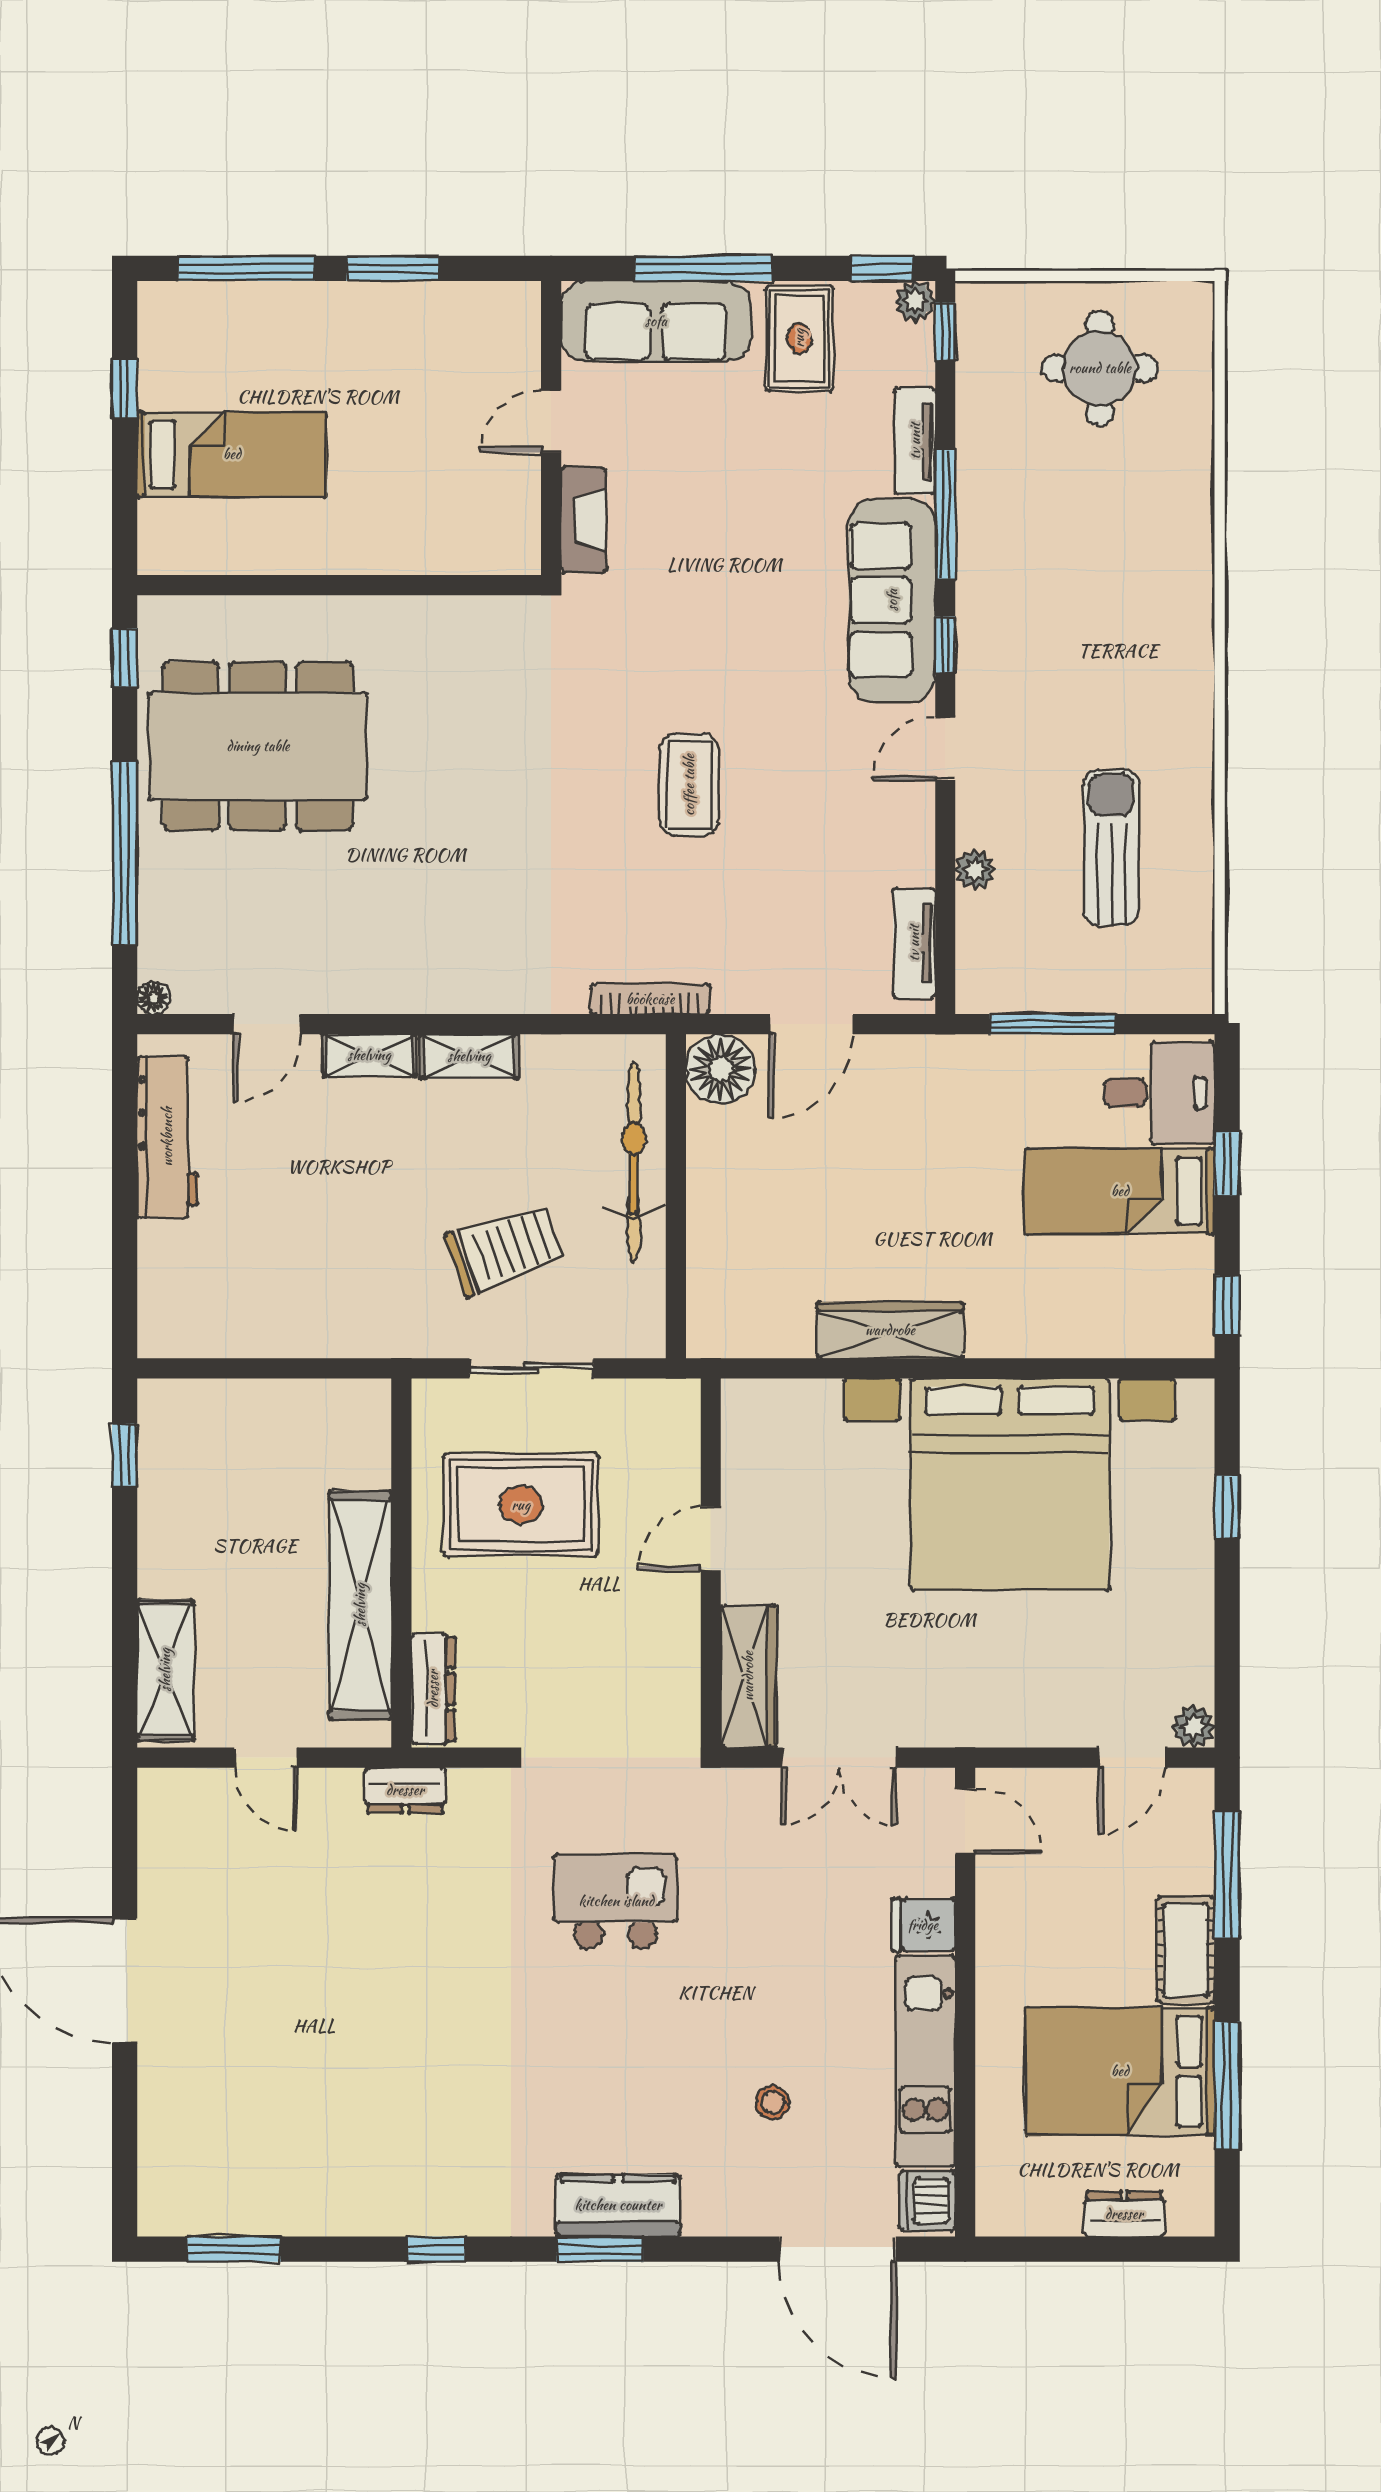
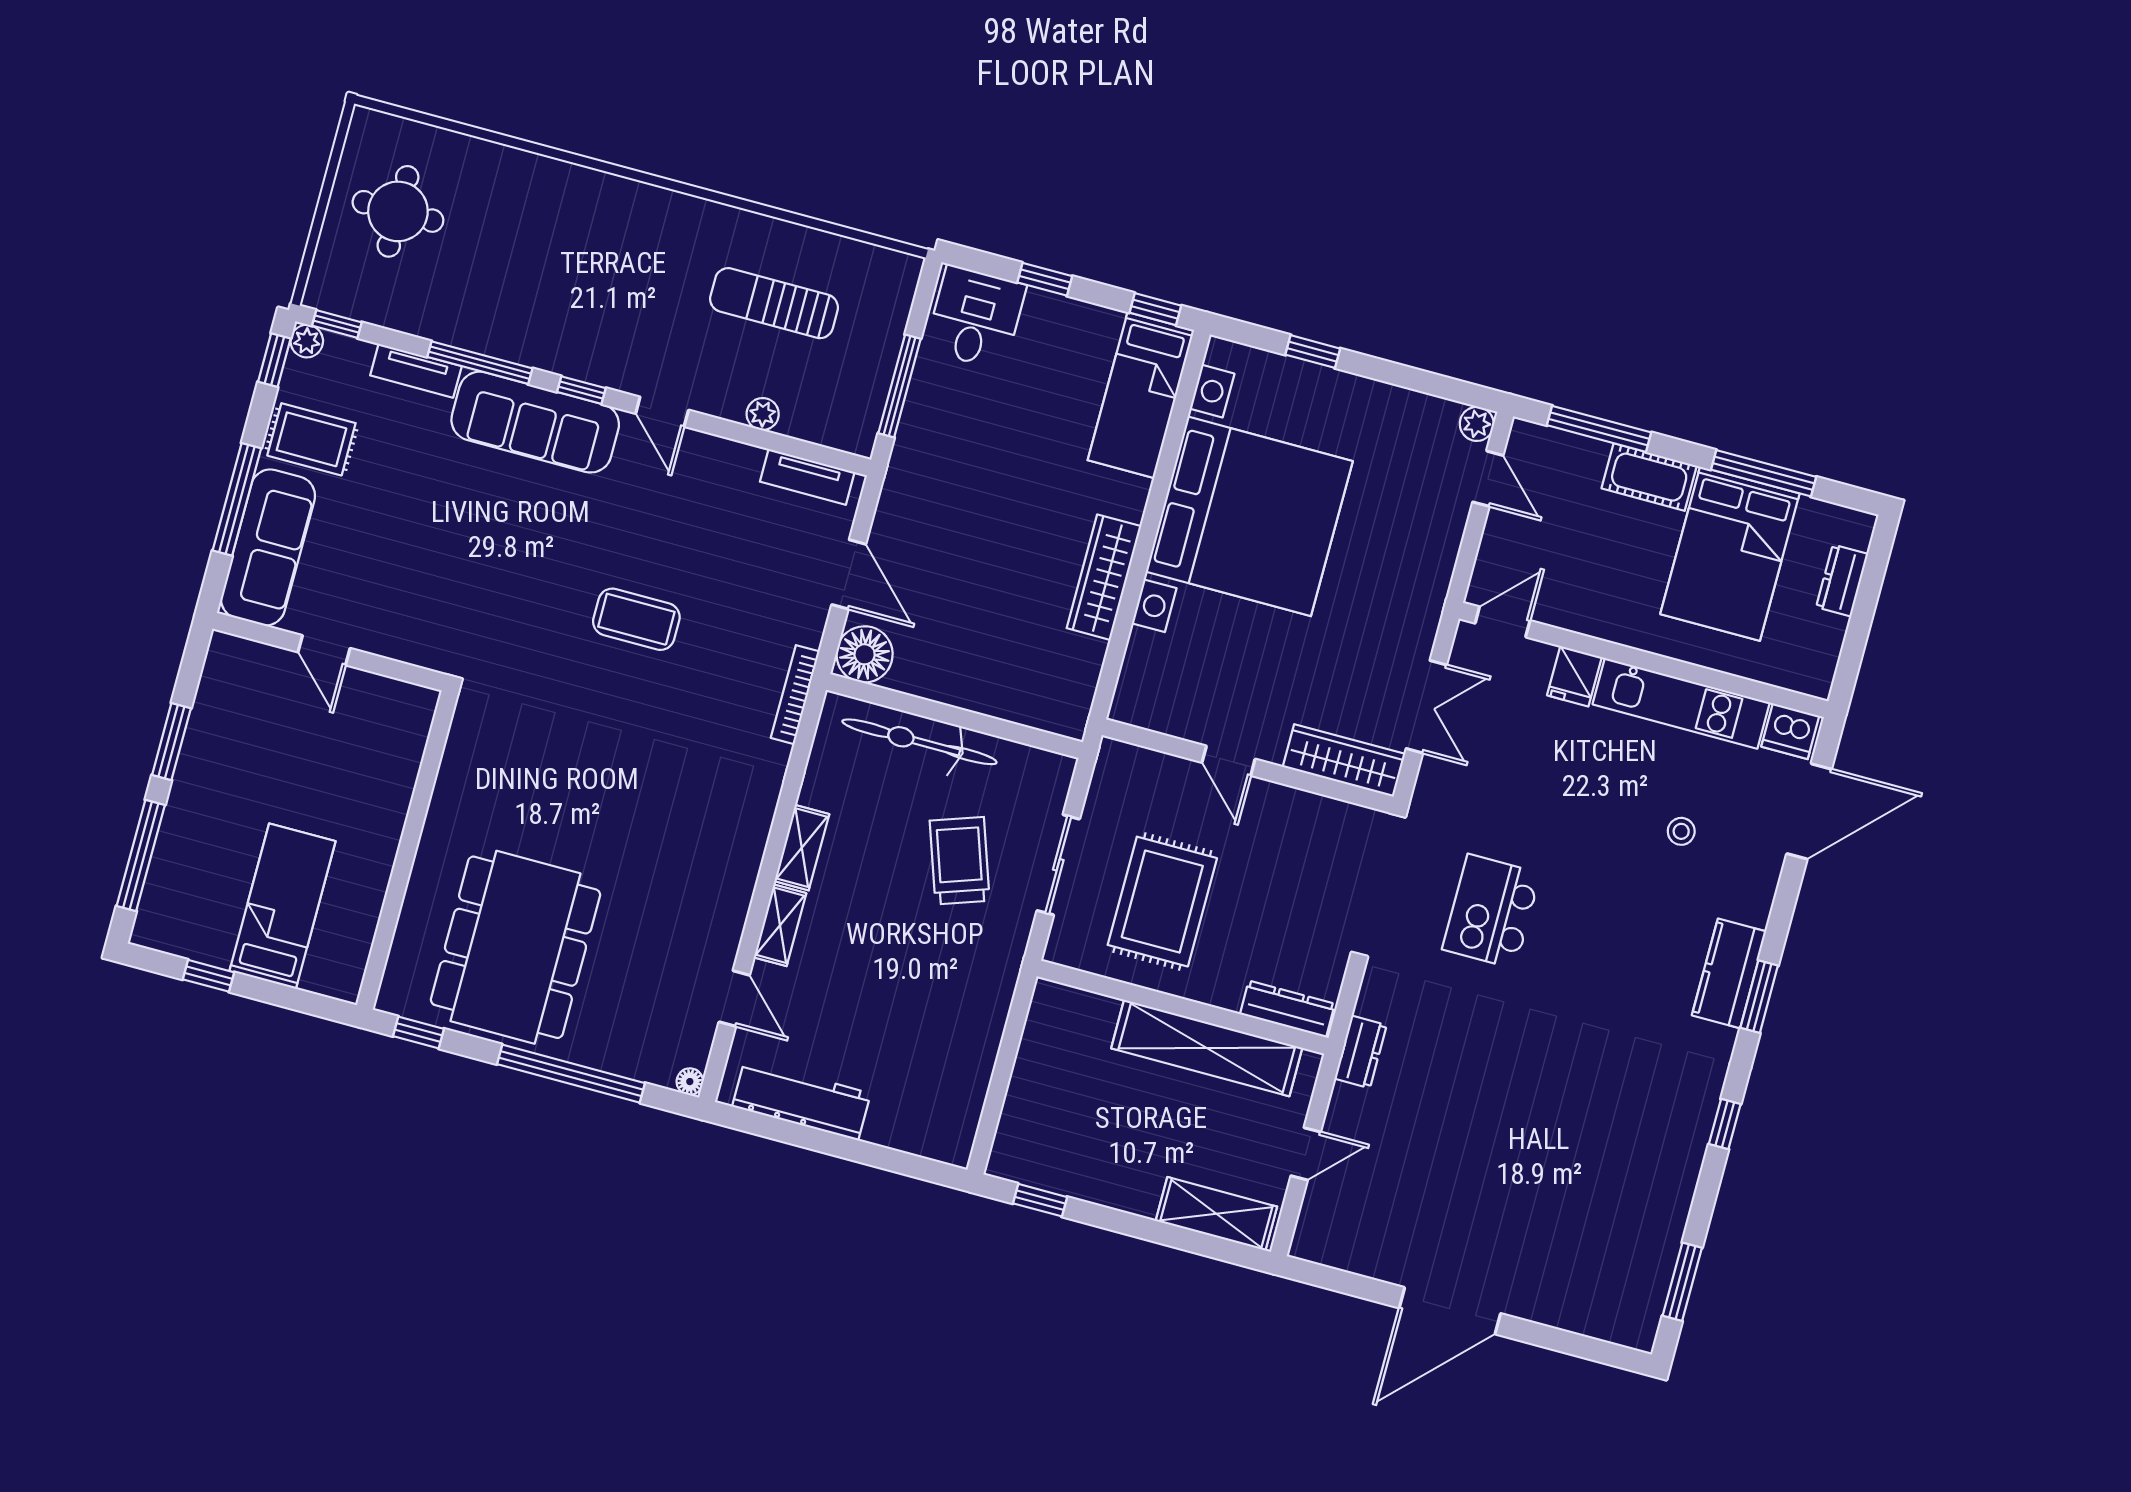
fireplace: (584, 520) -> (407, 646), removed
bed: (1120, 1191) -> (1141, 395), moved

